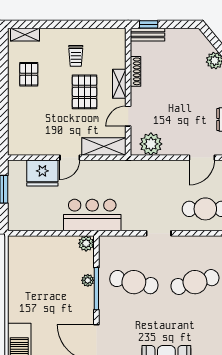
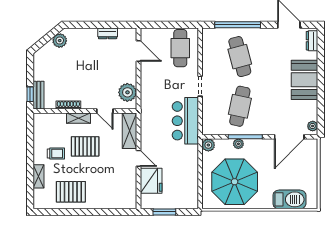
shelving: (25, 35) -> (38, 176), moved
pallet: (29, 74) -> (71, 192), width x1.50, depth x1.42
bar counter: (92, 215) -> (185, 121), moved
parasol: (41, 276) -> (235, 182), added

